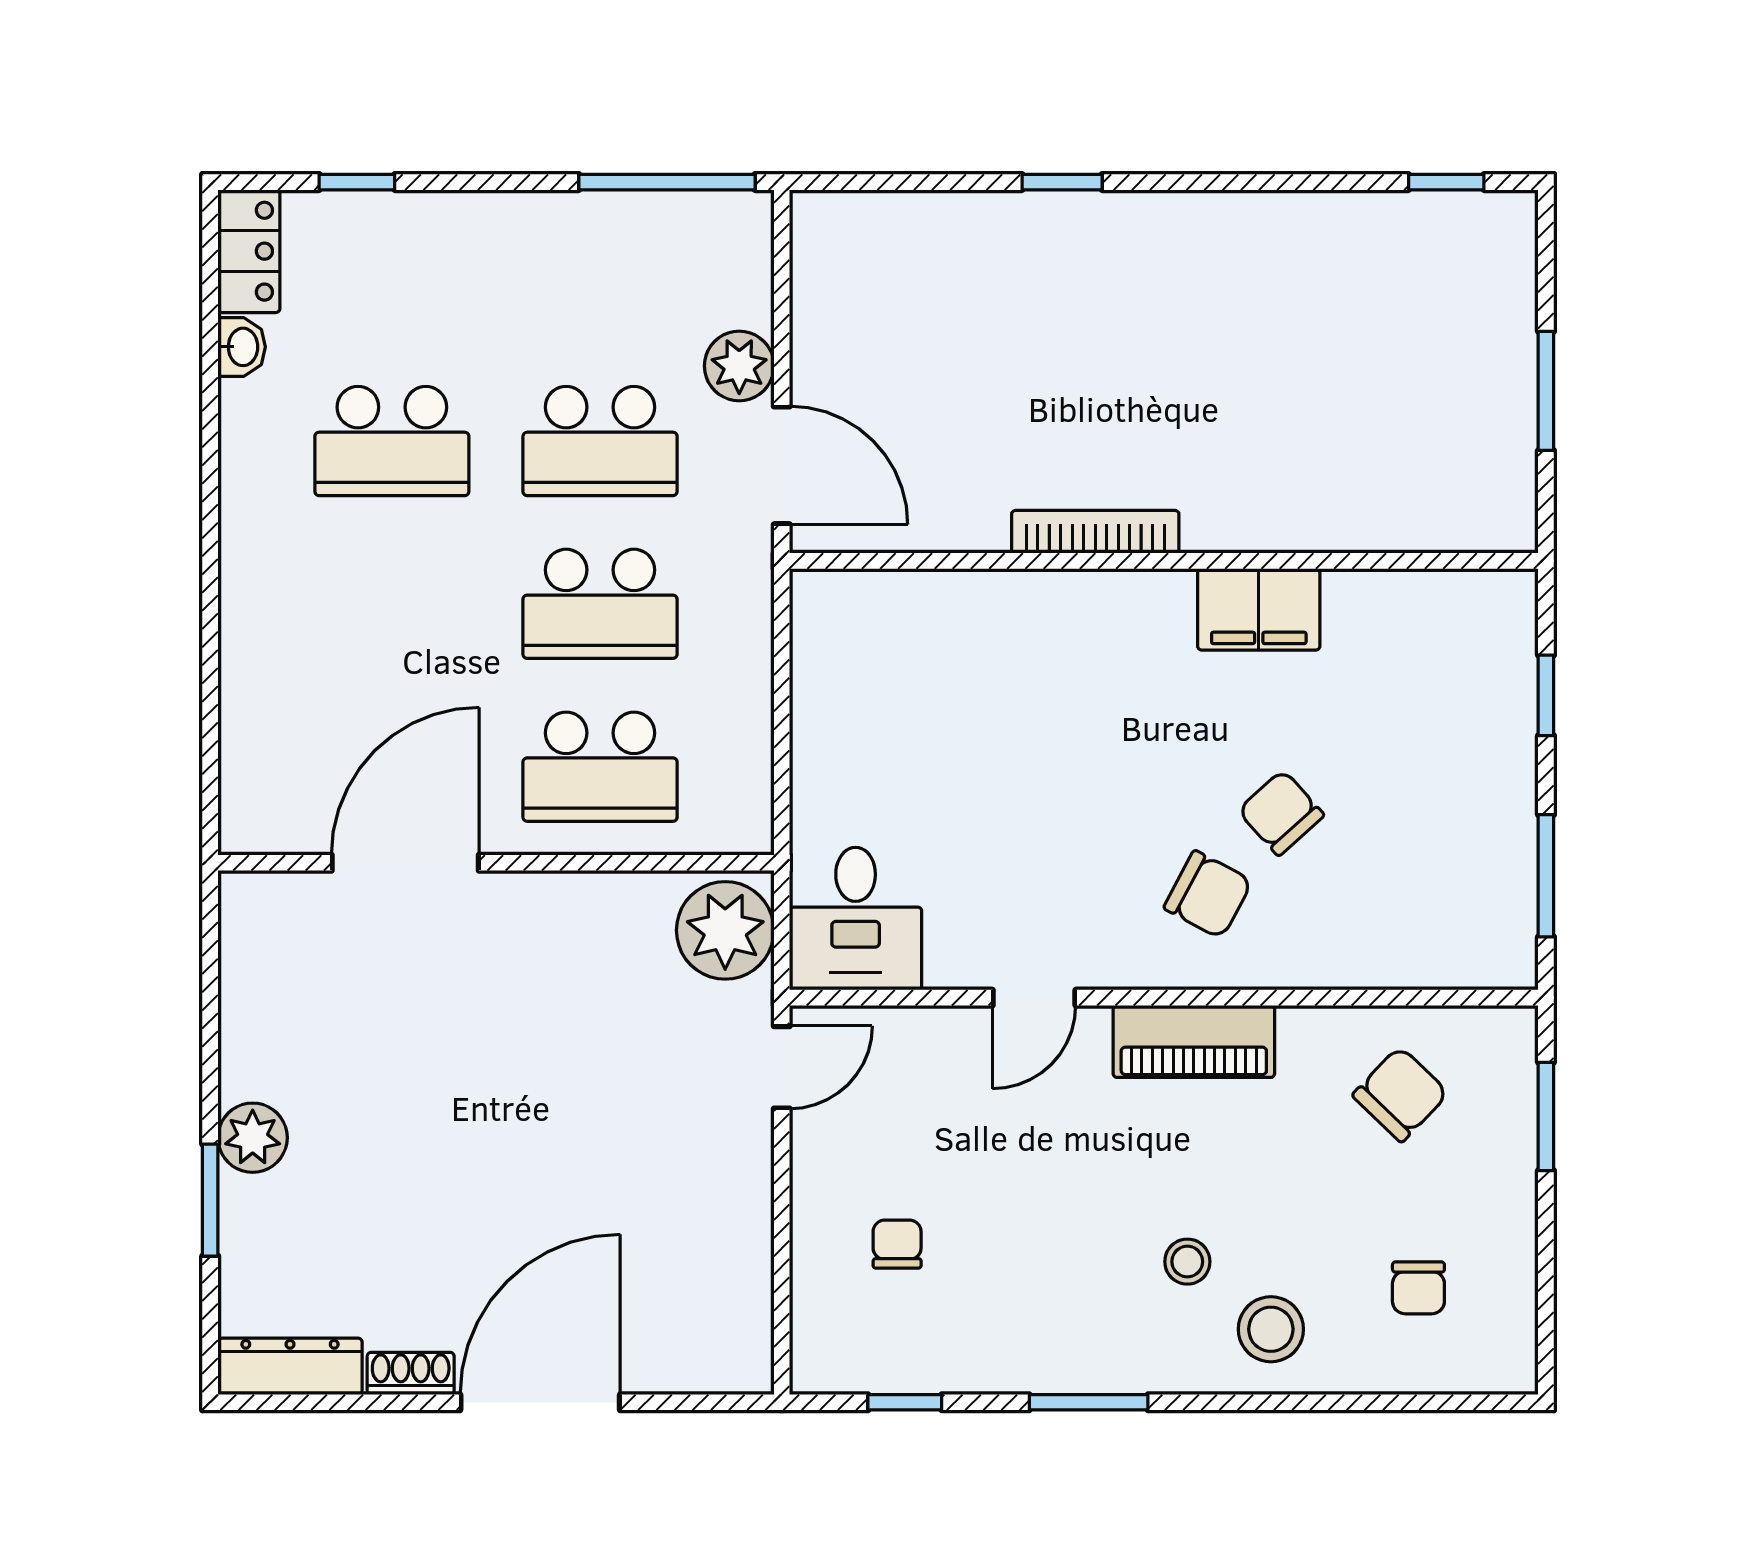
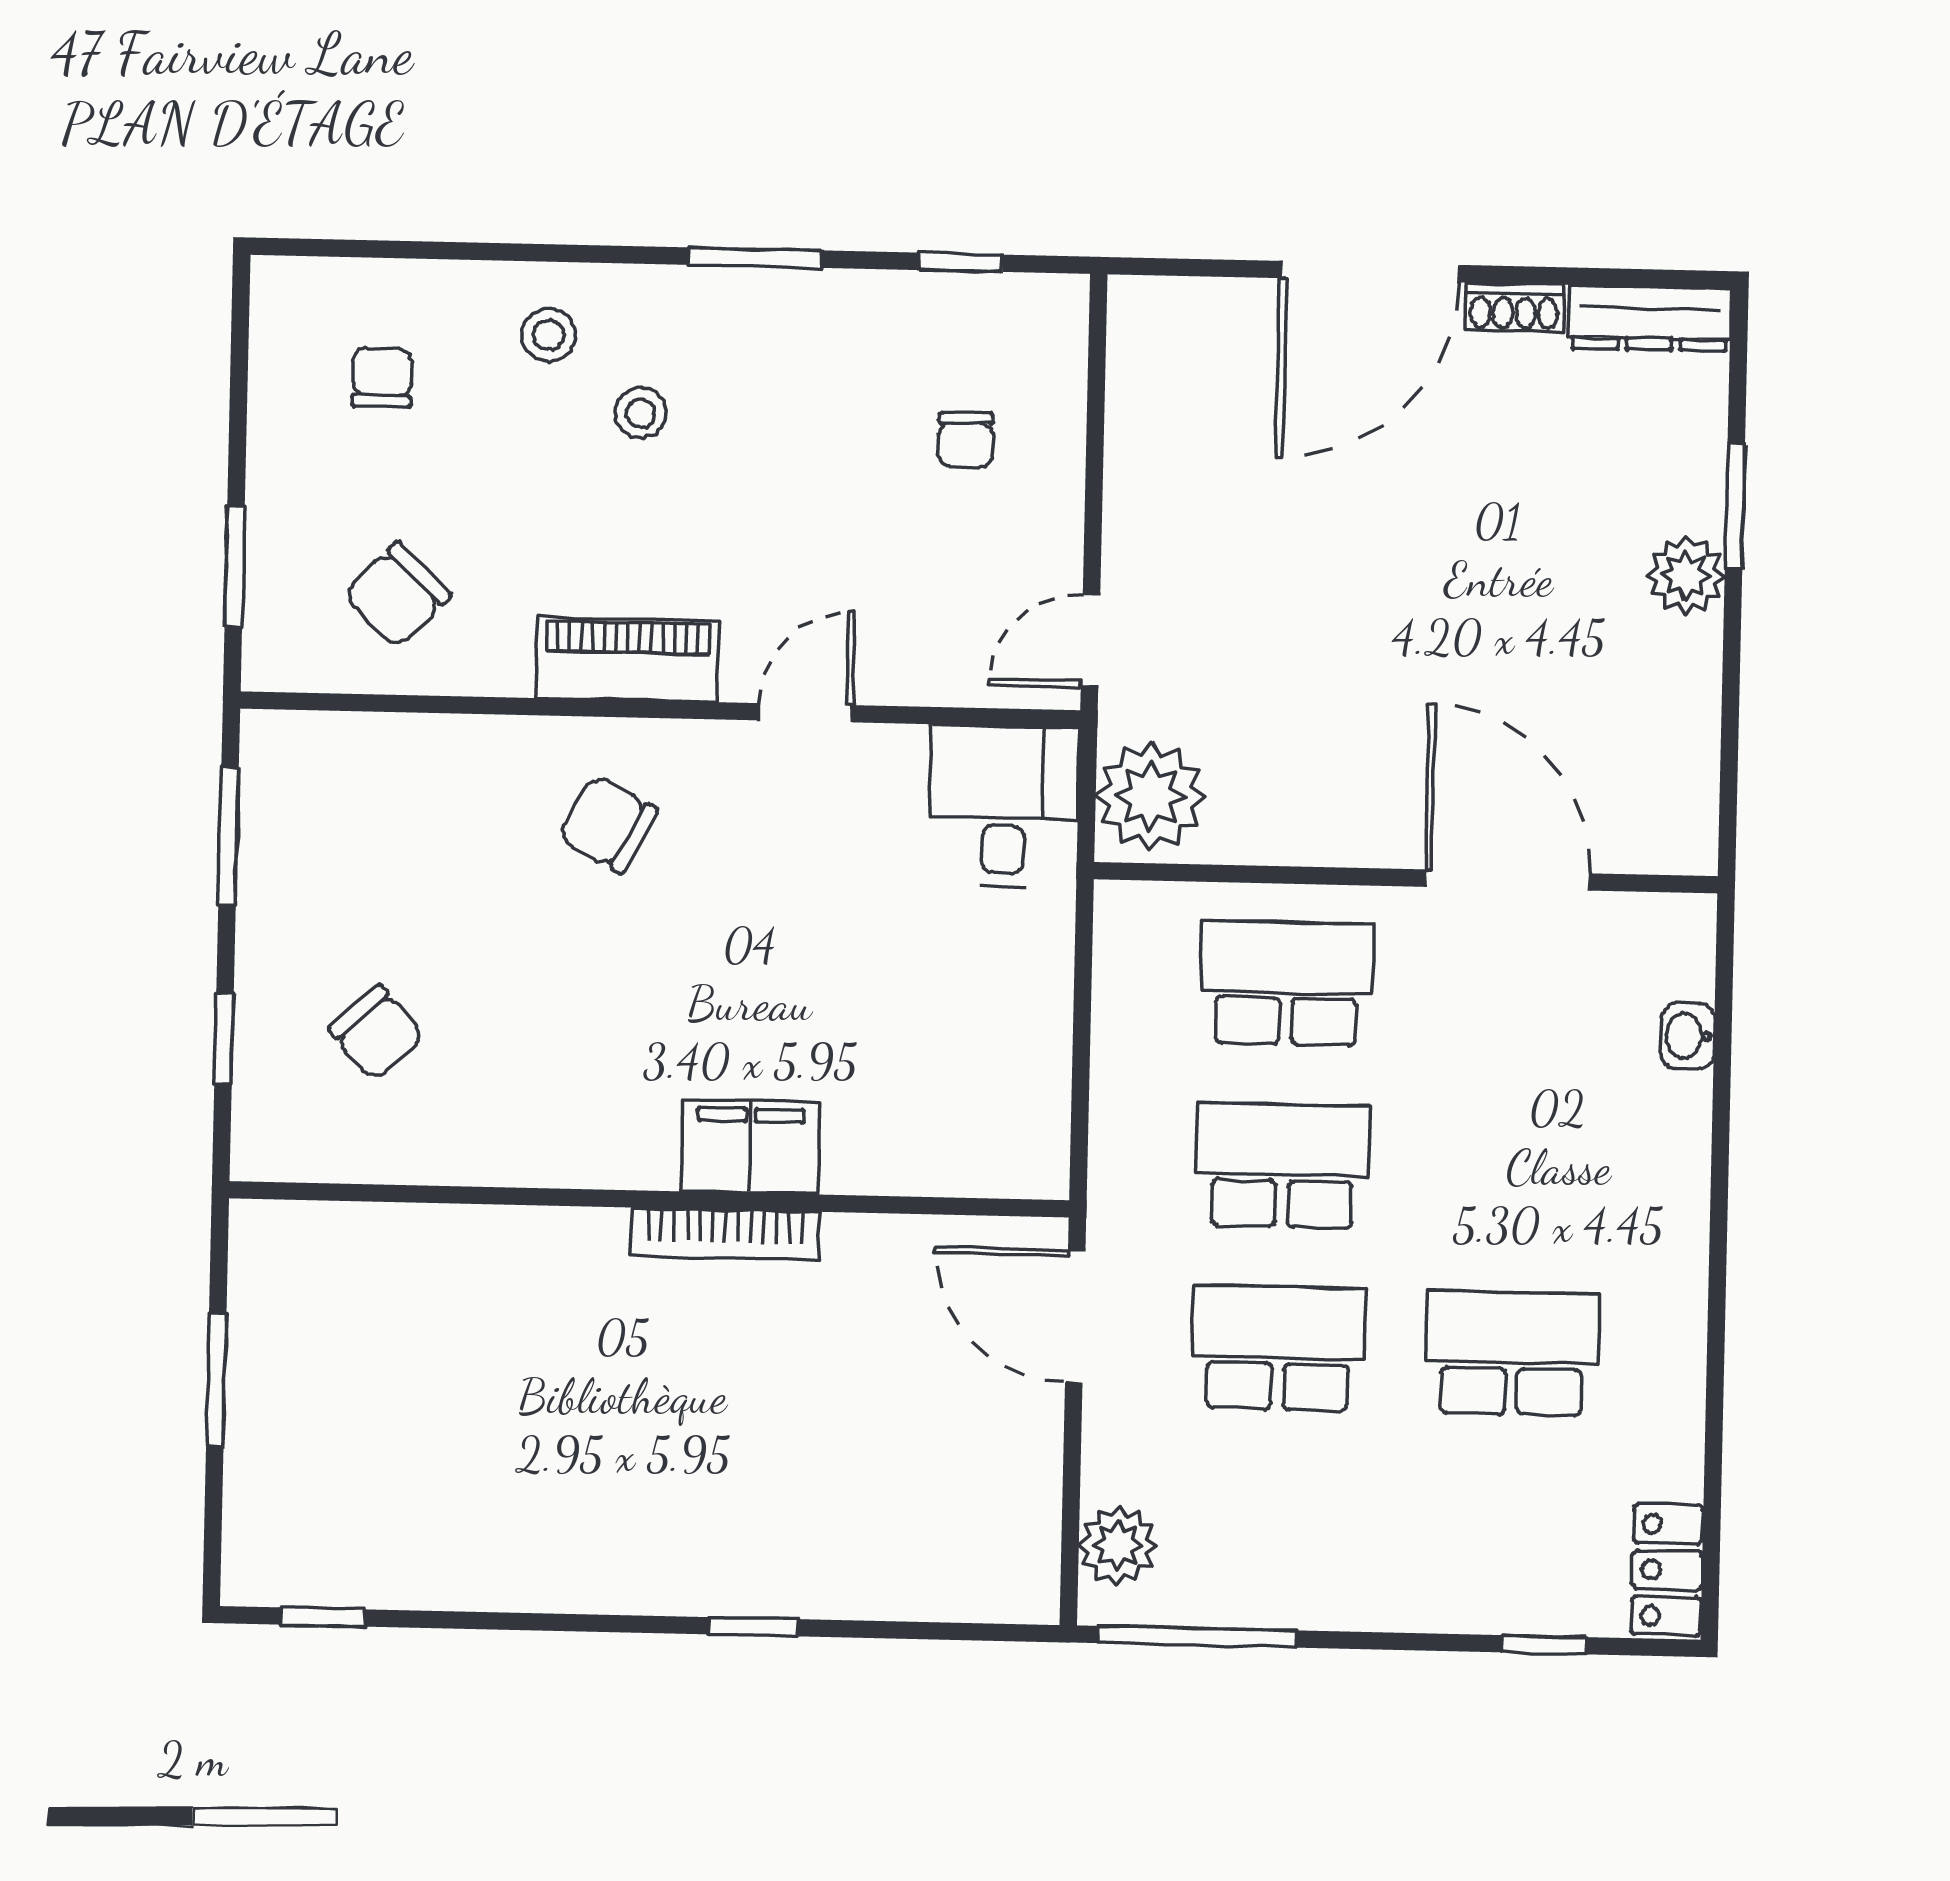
washbasin: (242, 347) -> (1688, 1036), moved
plant: (739, 366) -> (1118, 1545), moved
filing cabinet: (1259, 609) -> (750, 1147), moved
chair: (1281, 813) -> (376, 1033), moved
door: (405, 863) -> (1508, 880), swing flipped
stool: (1271, 1329) -> (549, 335), width x0.73, depth x0.73

